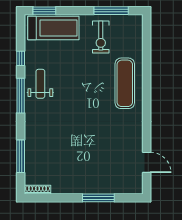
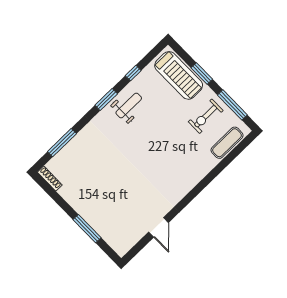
window: (44, 11) -> (202, 74), moved
exercise mat: (125, 83) -> (227, 143), moved, width x0.73, depth x0.69
window: (21, 96) -> (106, 99), width x0.69
door: (147, 162) -> (159, 227), moved

